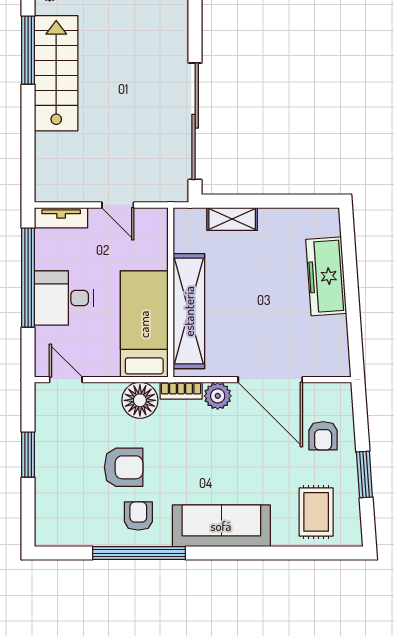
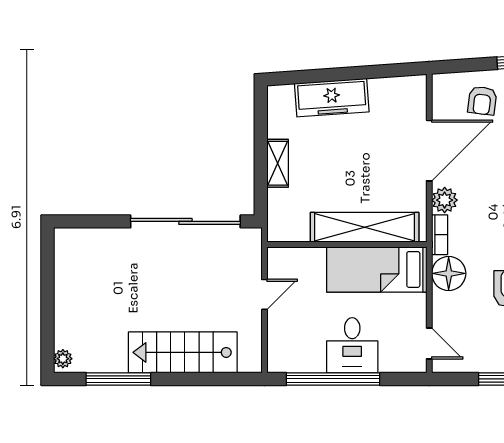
stairs: (56, 73) -> (183, 352), moved
tv unit: (61, 218) -> (276, 348), removed
shelving: (232, 219) -> (278, 163), moved
door: (66, 380) -> (429, 343), swing flipped
armchair: (323, 436) -> (482, 101), turned 97

